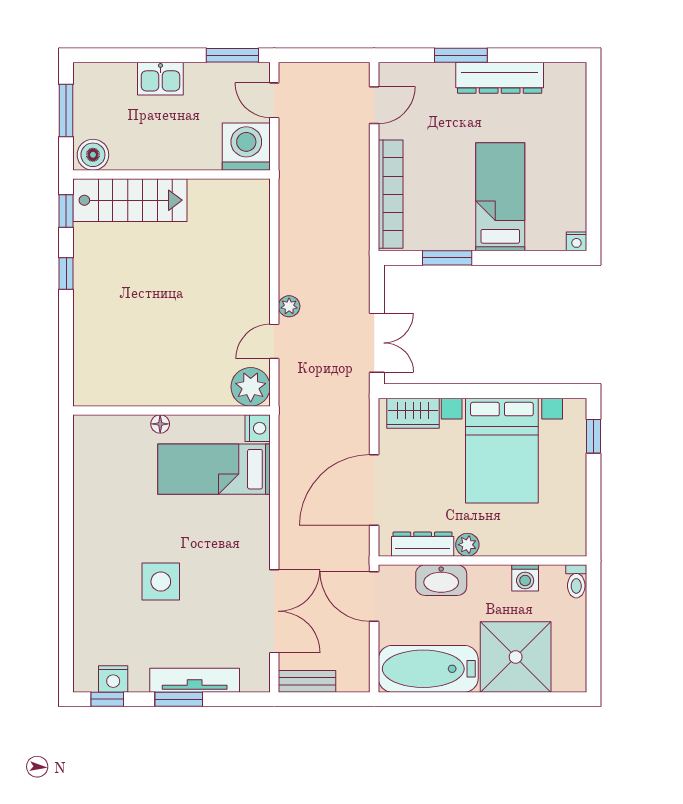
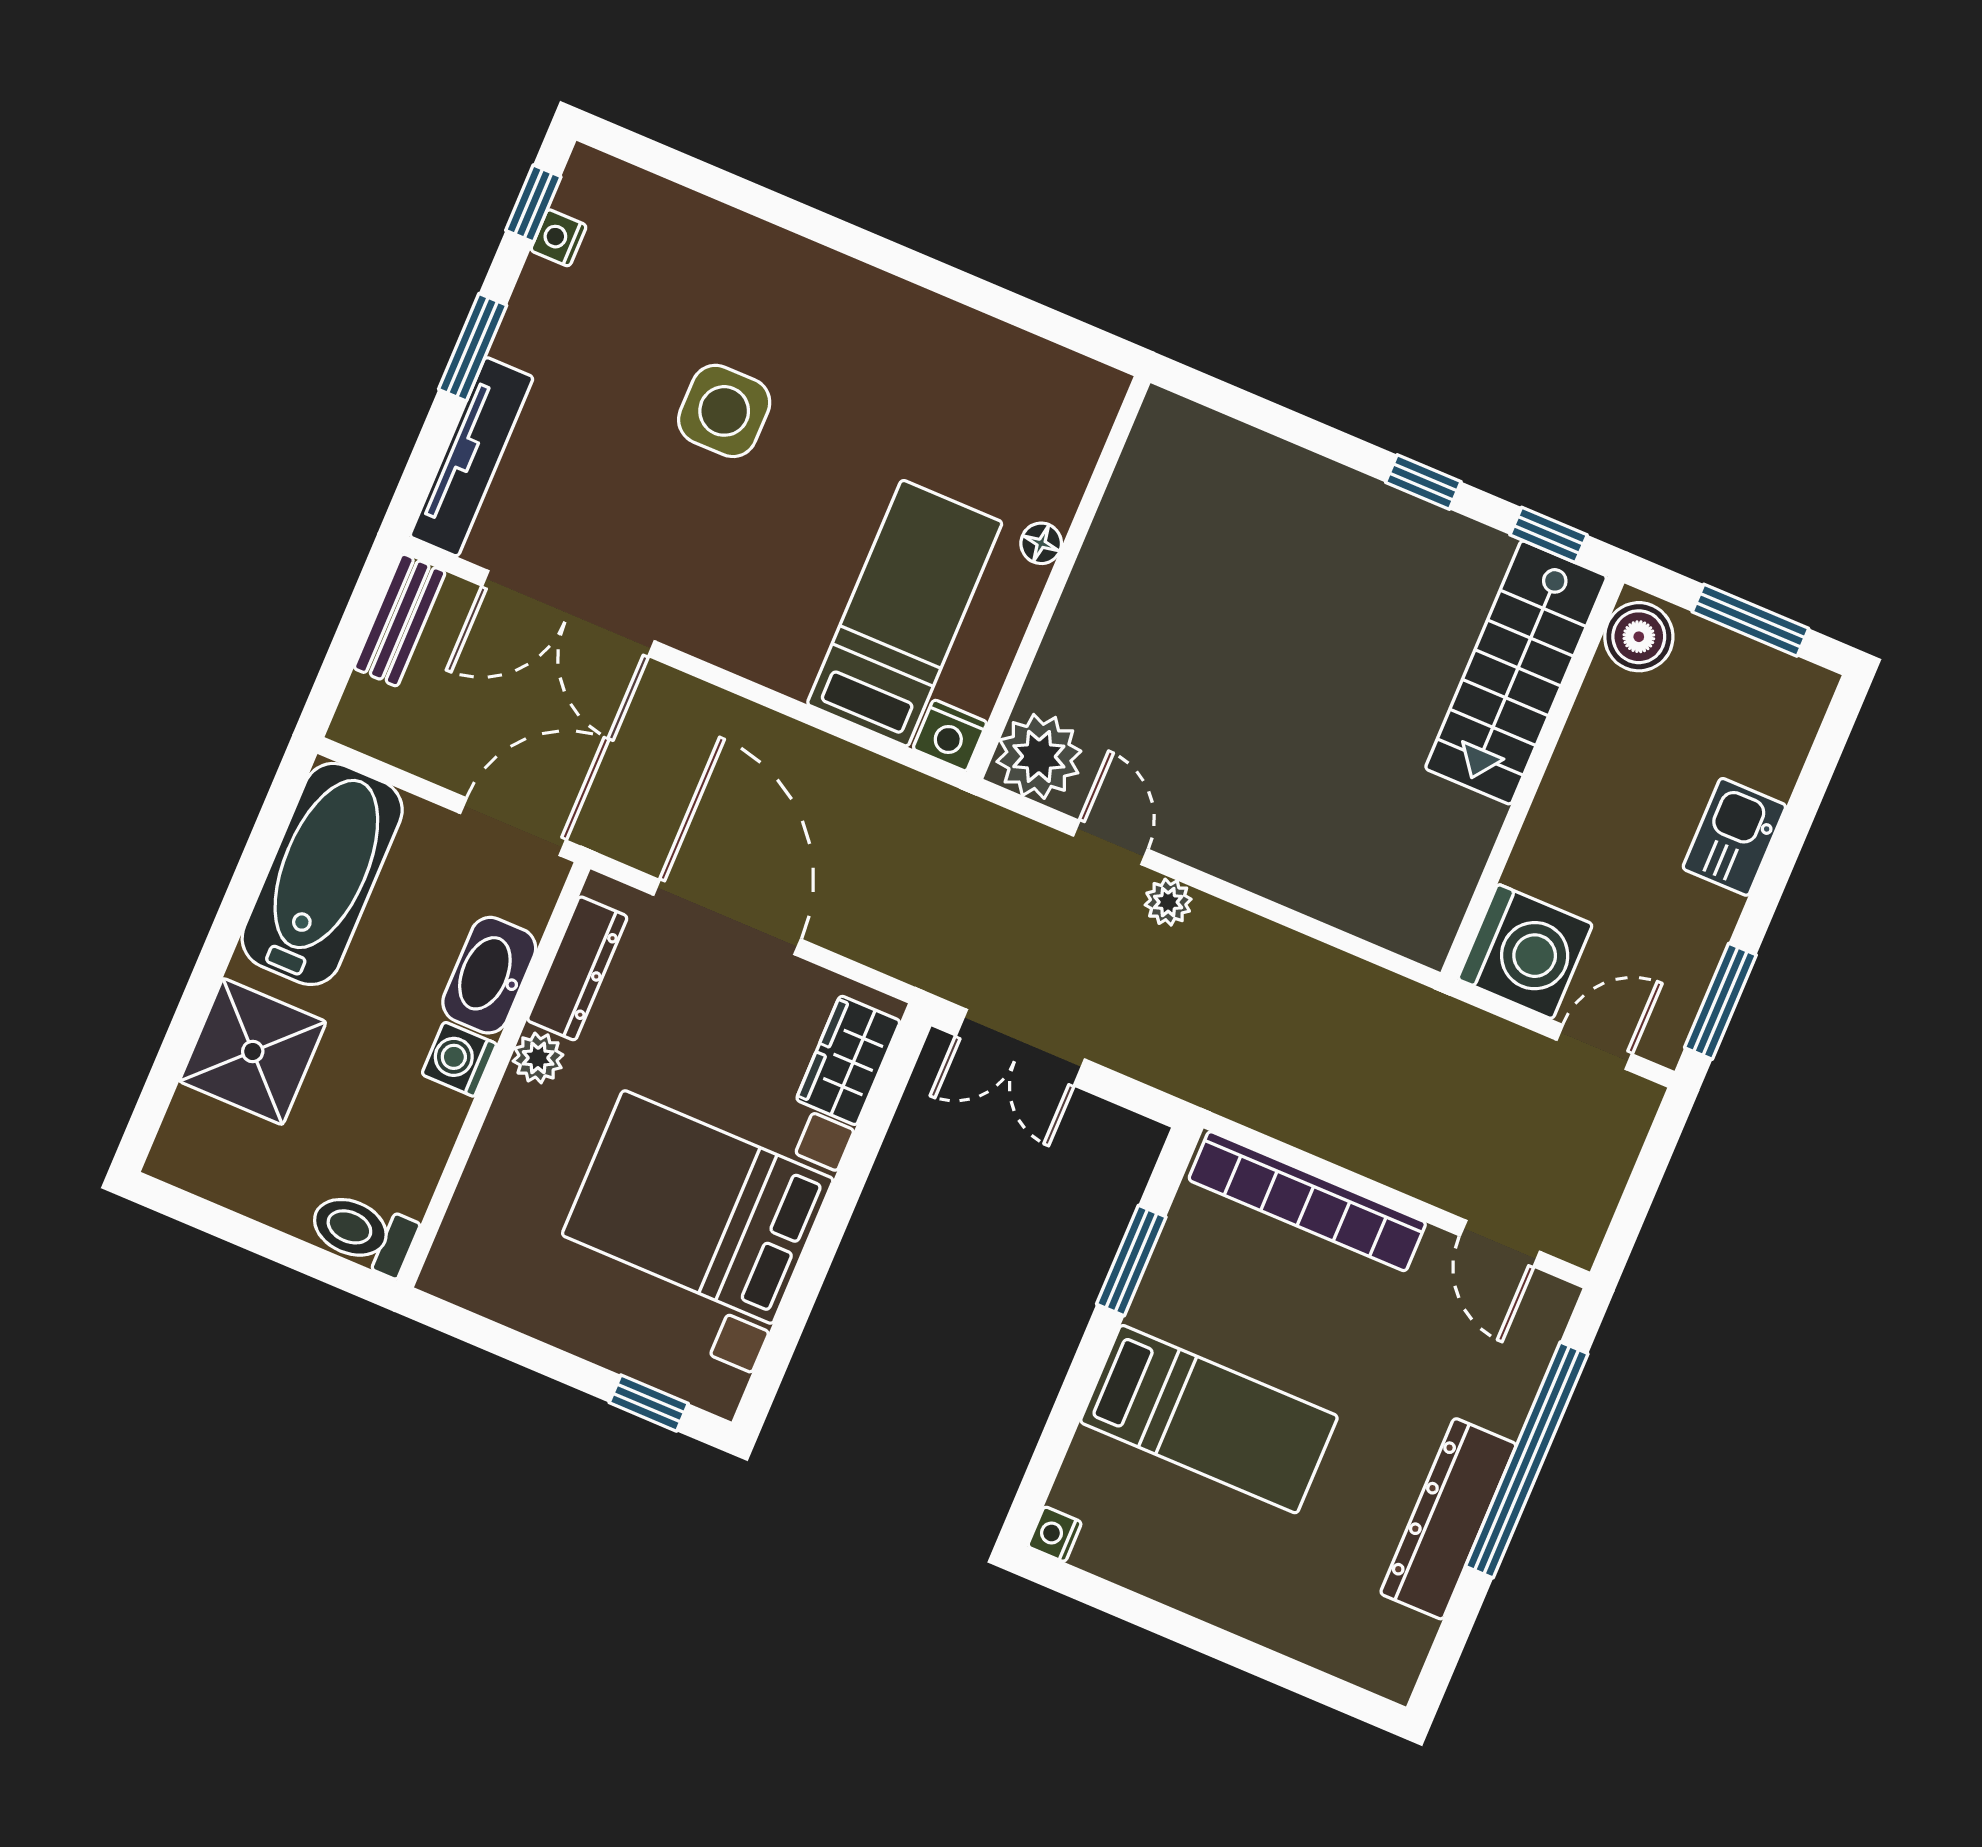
window: (461, 55) -> (1527, 1460), width x2.11
washing machine: (525, 578) -> (459, 1059), moved
toilet: (576, 581) -> (362, 1232), width x1.37, depth x1.39
shower: (516, 657) -> (253, 1051), width x0.73, depth x0.73
nightstand: (113, 679) -> (558, 238), width x0.72, depth x0.74
tv unit: (195, 680) -> (471, 457), moved

